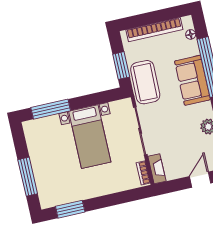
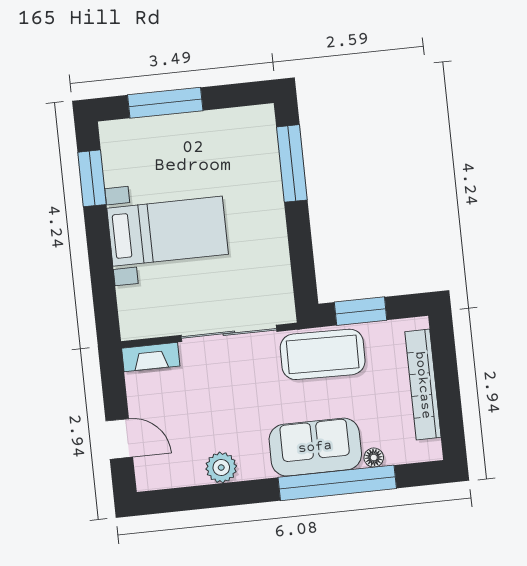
floor lamp: (191, 34) -> (374, 458), moved
bed with nightstands: (90, 137) -> (168, 231), moved, turned 180
bookcase: (143, 173) -> (146, 329), removed

